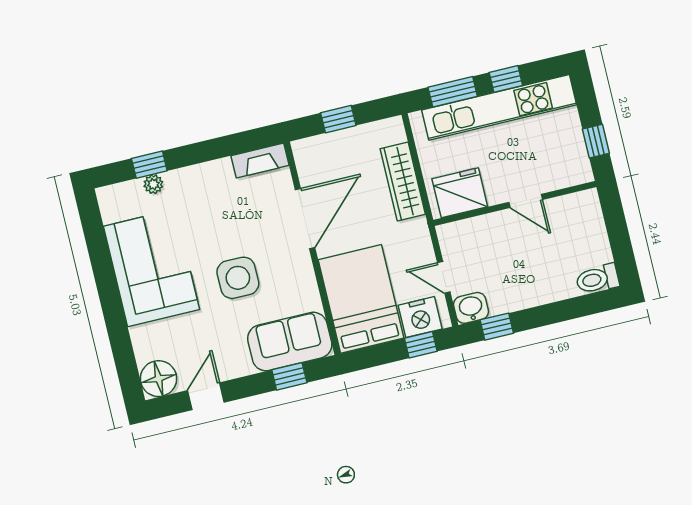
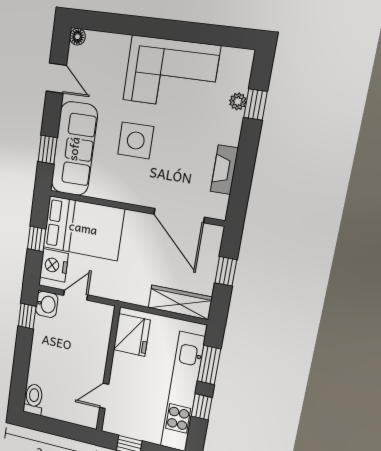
fireplace: (260, 161) -> (224, 170), moved
wardrobe: (403, 182) -> (180, 302), moved
door: (526, 201) -> (104, 396), moved
door: (305, 219) -> (179, 216), moved
sofa: (290, 342) -> (74, 149), width x1.36
window: (421, 345) -> (37, 239), moved
floor lamp: (159, 379) -> (77, 37), width x0.53, depth x0.53

